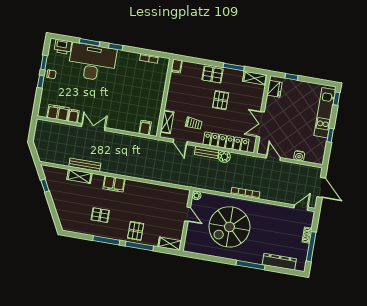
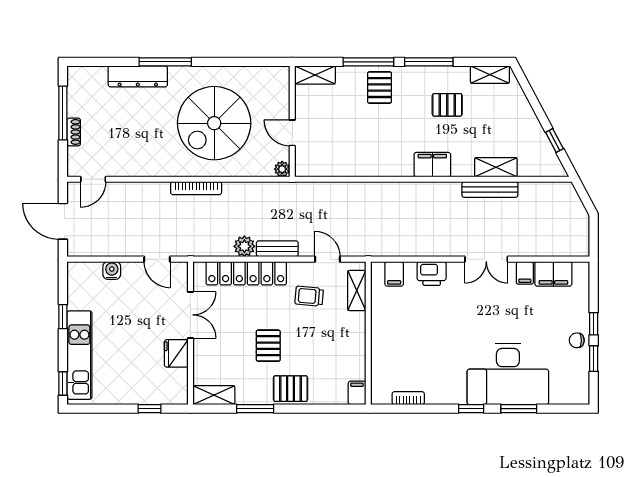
printer: (63, 47) -> (432, 273), moved, turned 180
fridge: (274, 89) -> (176, 353), moved
spiral stairs: (229, 227) -> (214, 123), turned 180
shelving: (74, 228) -> (490, 75), added
dresser: (279, 262) -> (138, 76), moved

